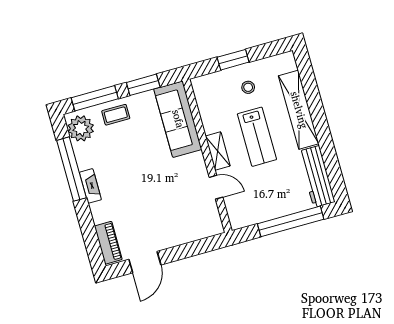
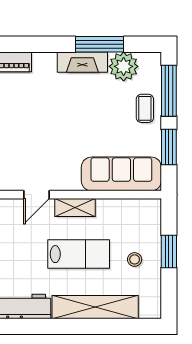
plant: (81, 128) -> (124, 66), moved
lab bench: (257, 137) -> (79, 254), turned 180
window: (71, 169) -> (100, 44), width x0.68
fireplace: (90, 186) -> (82, 62), width x1.37, depth x1.32

